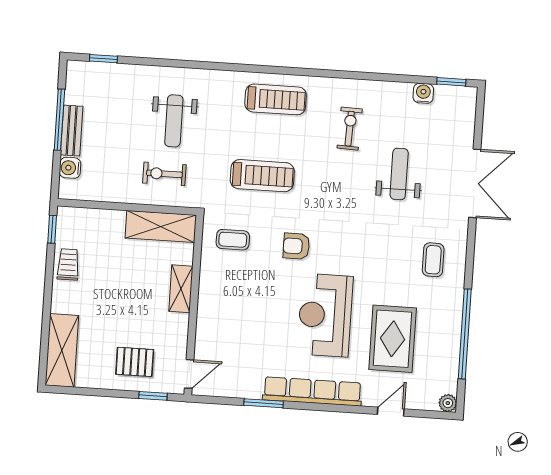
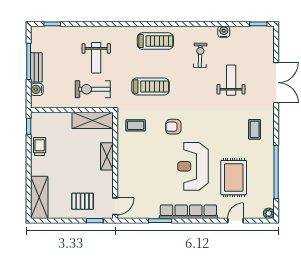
water cooler: (423, 93) -> (224, 32), moved
exercise bike: (164, 174) -> (93, 89), width x1.38, depth x1.39

